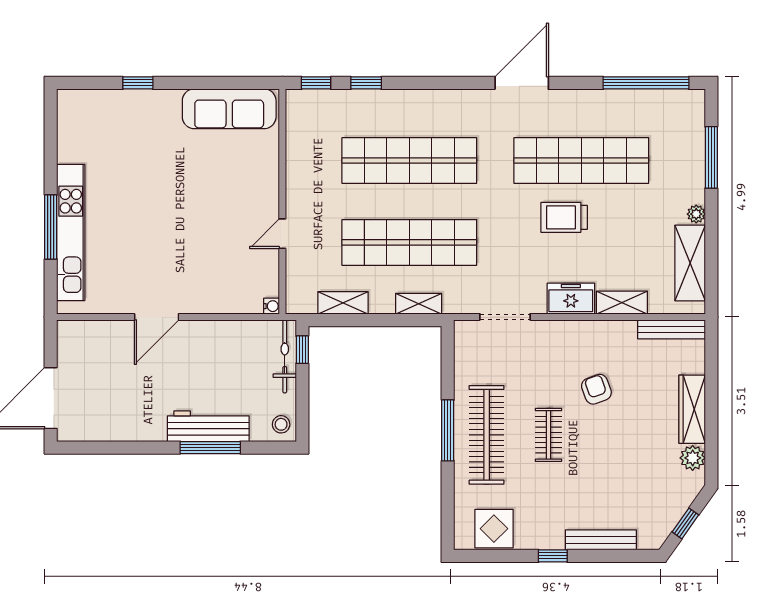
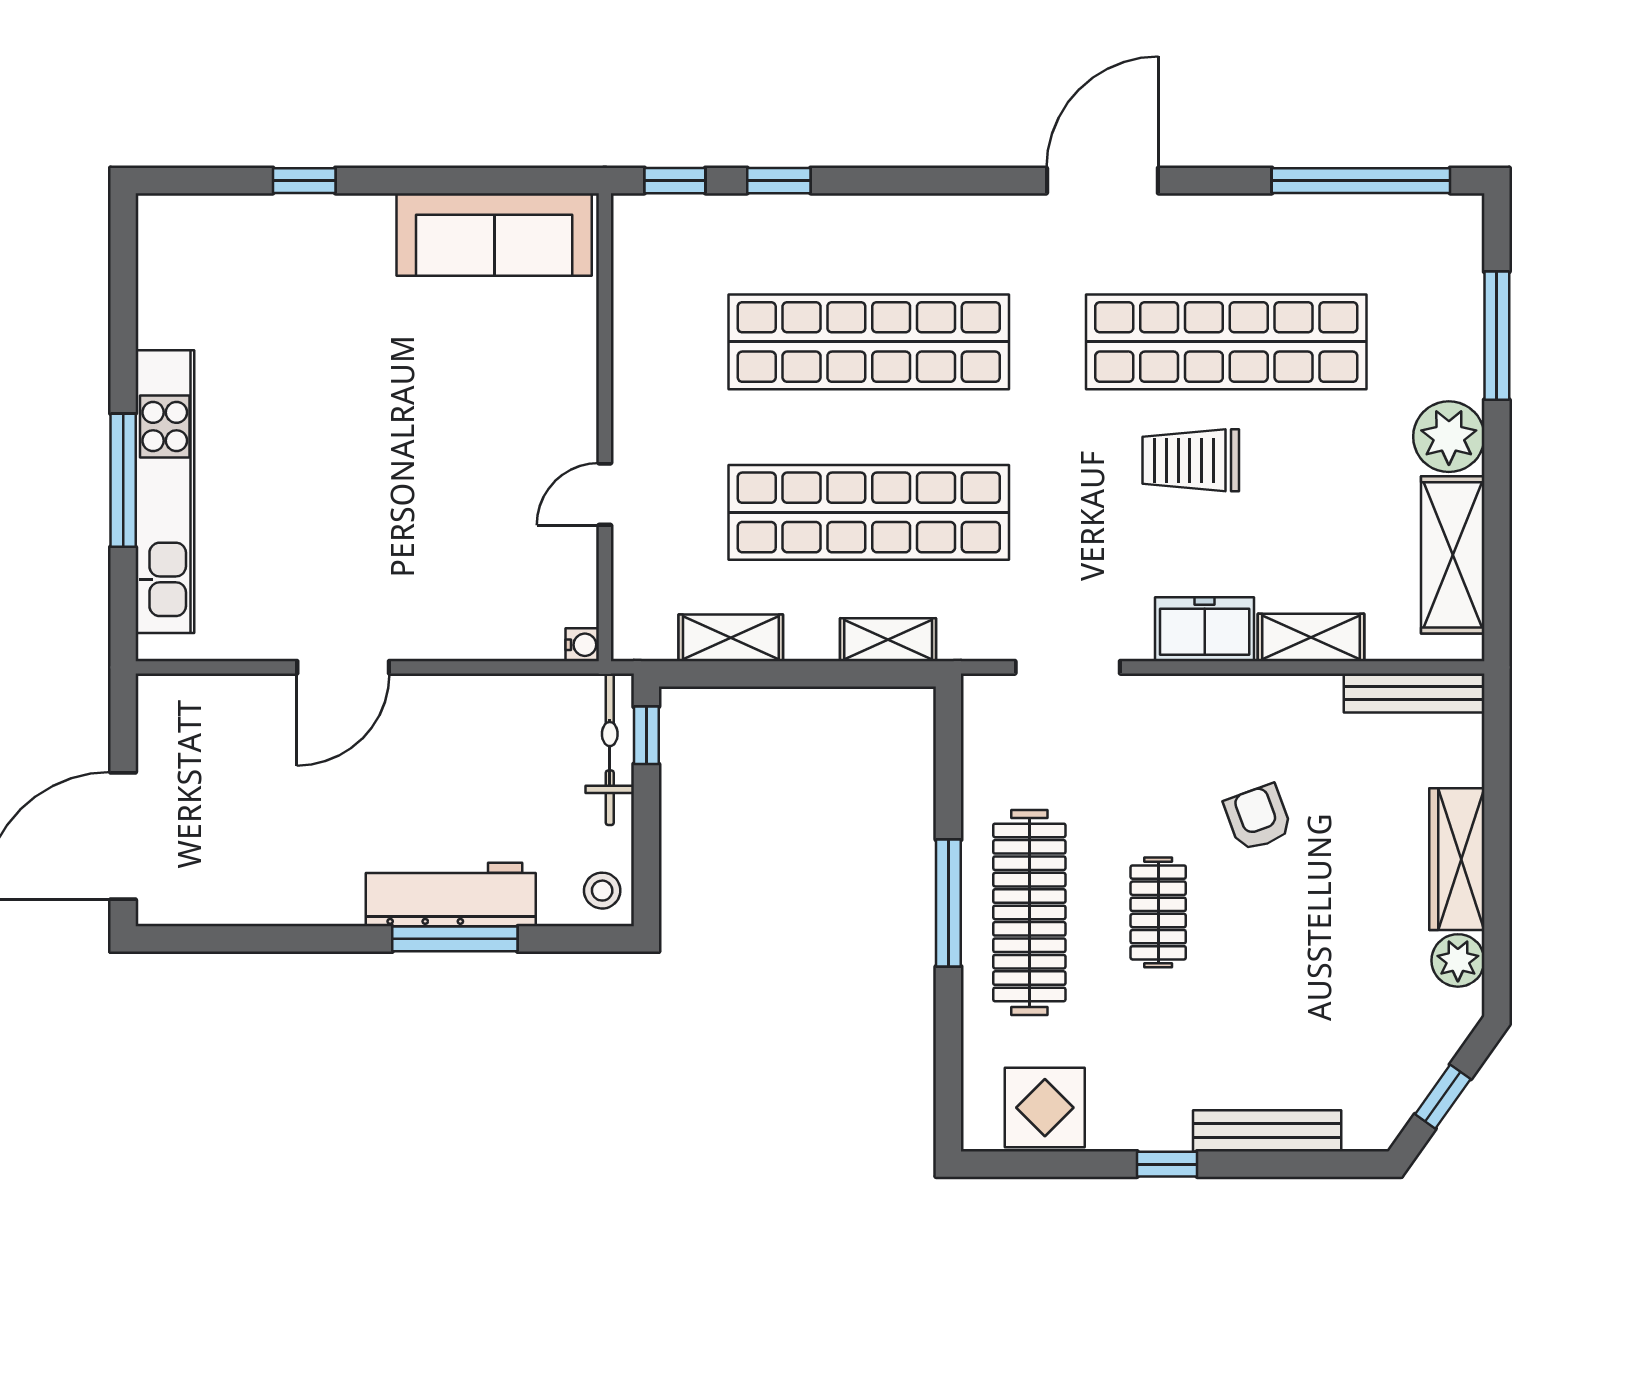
plant: (696, 214) -> (1449, 437), width x1.88, depth x1.88

